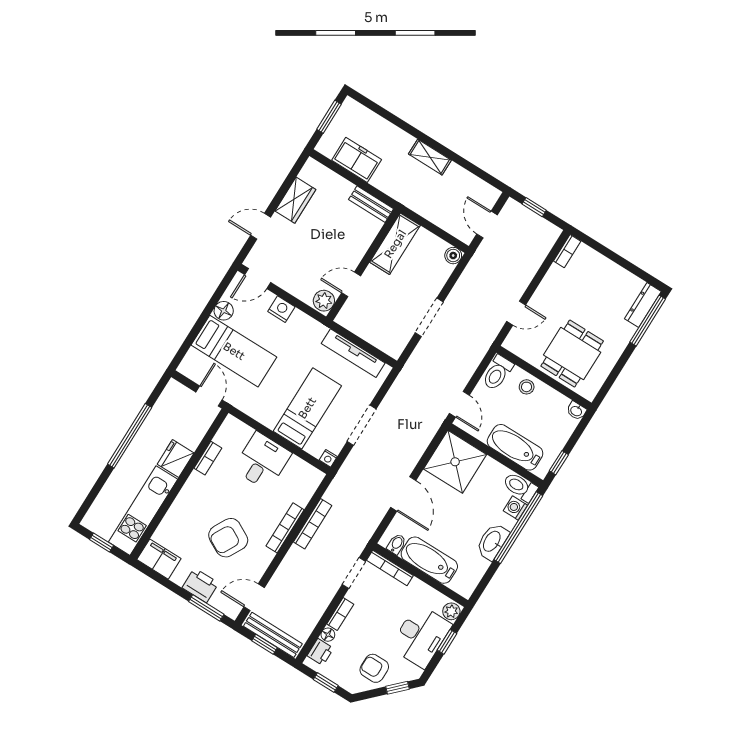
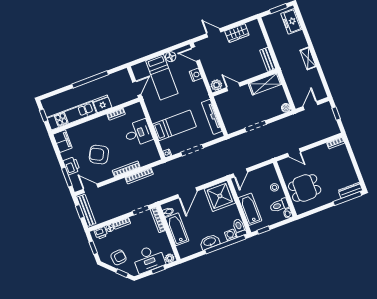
freezer: (357, 160) -> (291, 21), moved, turned 180
toilet: (498, 373) -> (279, 205), moved
armchair: (374, 668) -> (118, 257), turned 84

